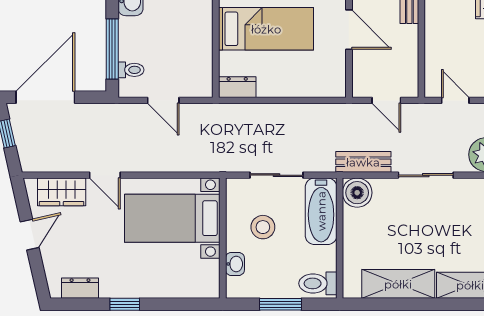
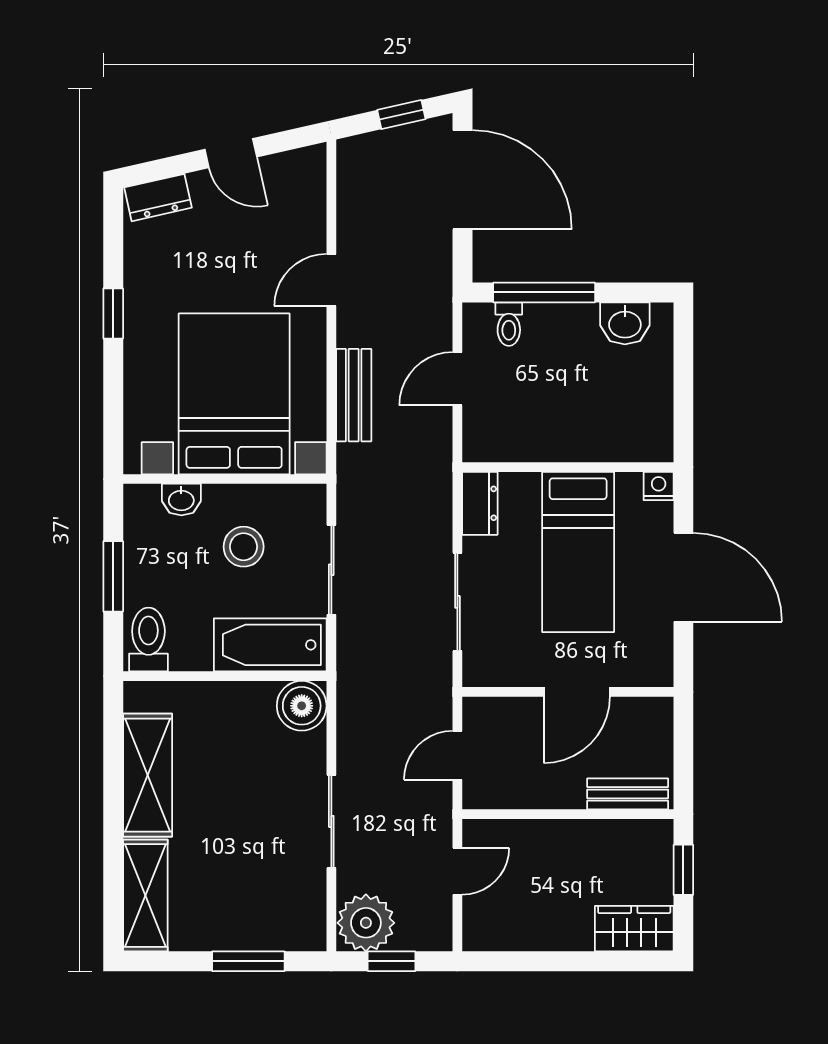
sliding door: (296, 100) -> (457, 602), added
bench: (363, 162) -> (354, 395), moved
wardrobe: (62, 192) -> (303, 207), removed
bed with nightstands: (172, 218) -> (234, 394), width x1.36
dresser: (80, 288) -> (158, 198), moved, turned 77

